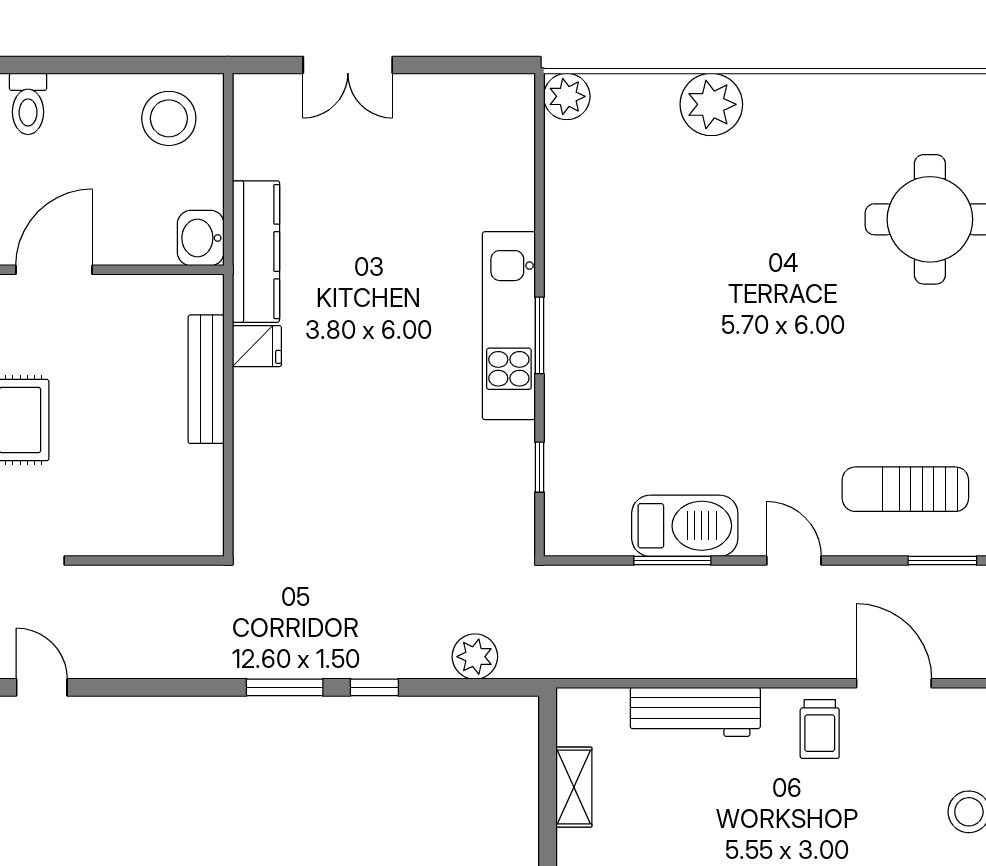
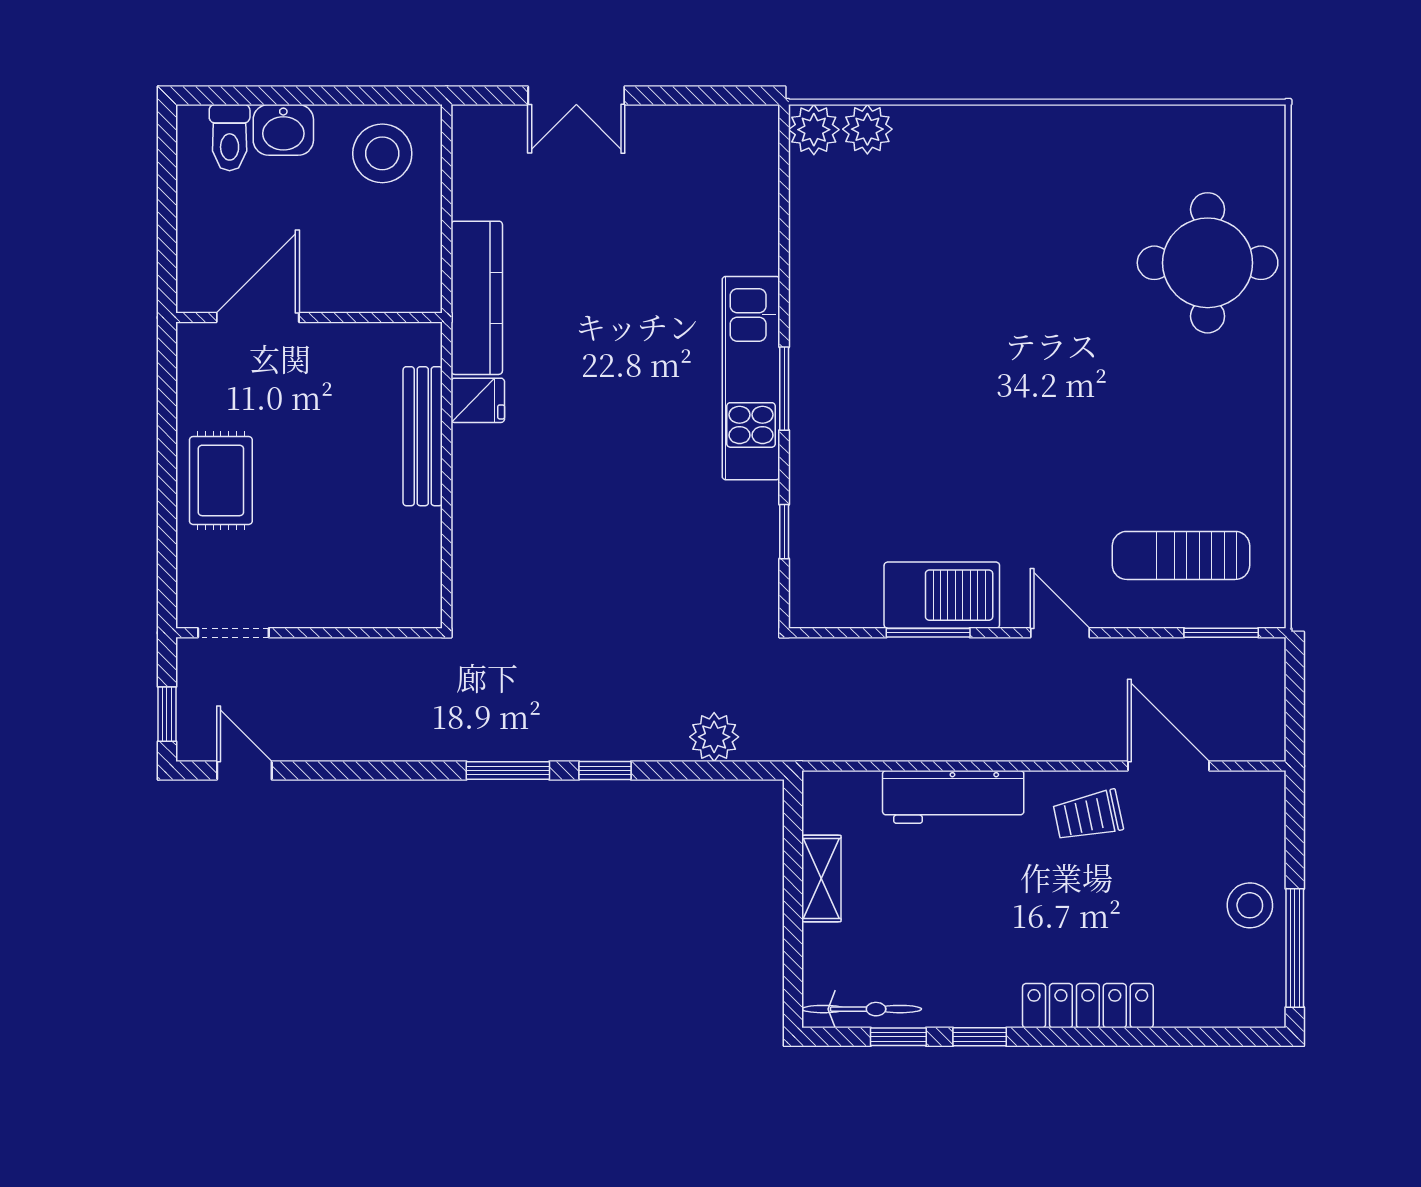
plant: (711, 104) -> (867, 129), moved, width x0.73, depth x0.73
washbasin: (201, 238) -> (283, 130), moved, turned -90
trolley: (820, 729) -> (1088, 816), turned 78

